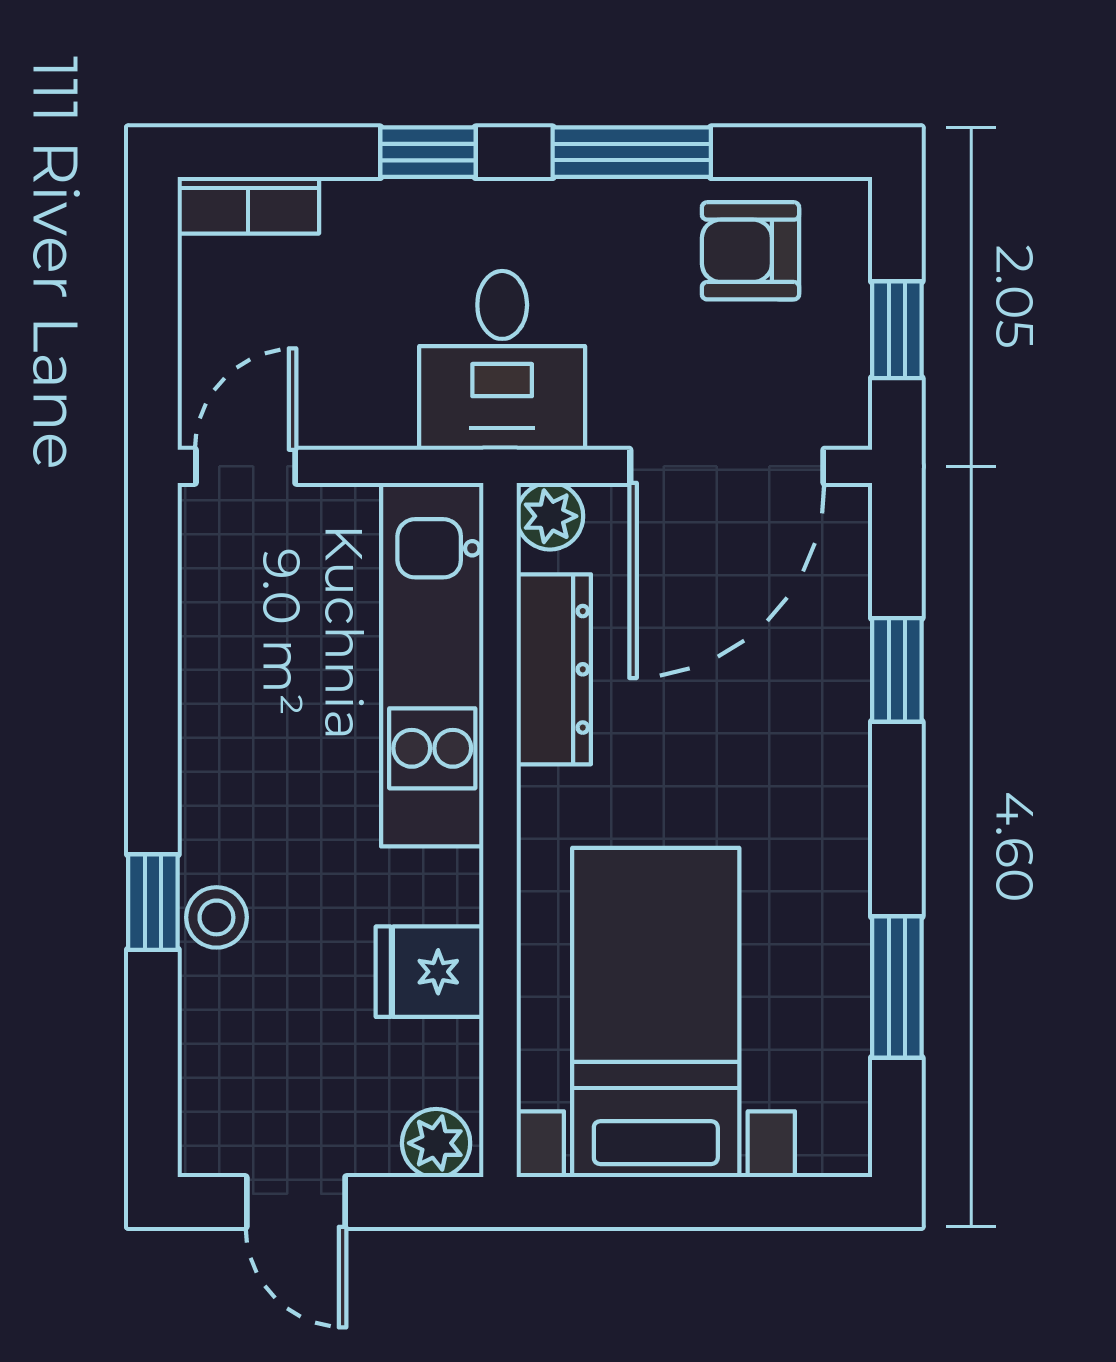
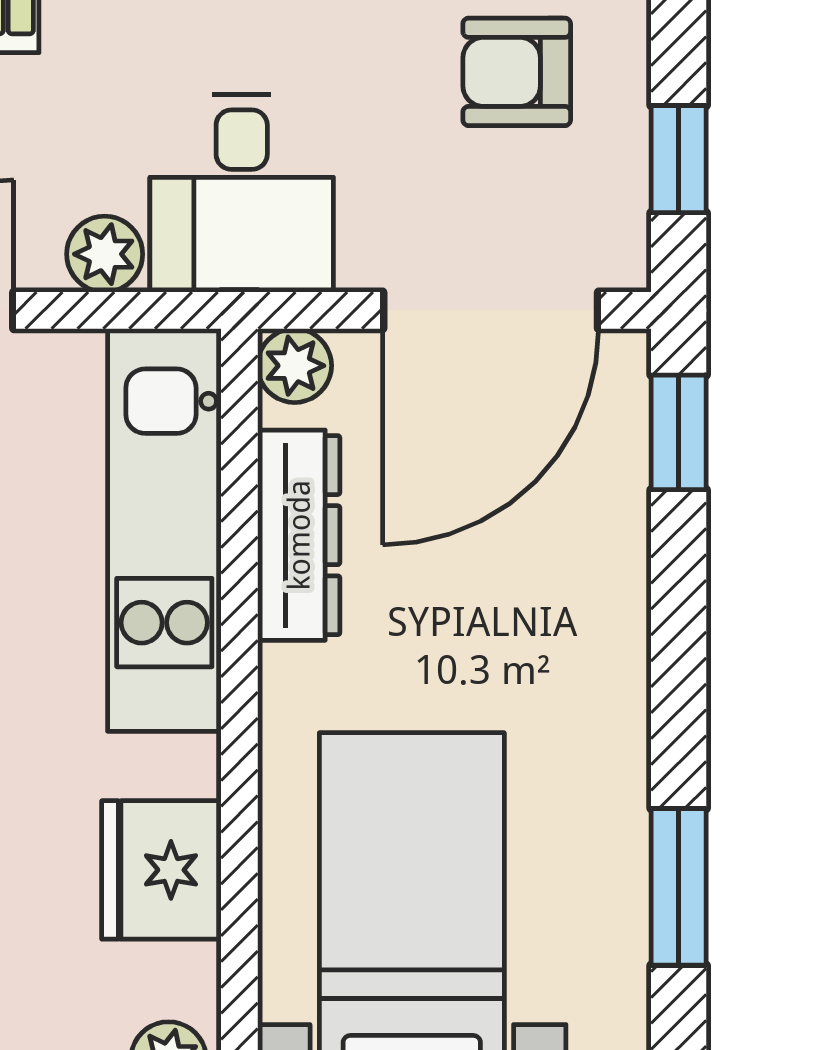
plant: (378, 415) -> (105, 254), added
window: (897, 670) -> (679, 432), moved
fridge: (430, 972) -> (161, 870), width x1.38

